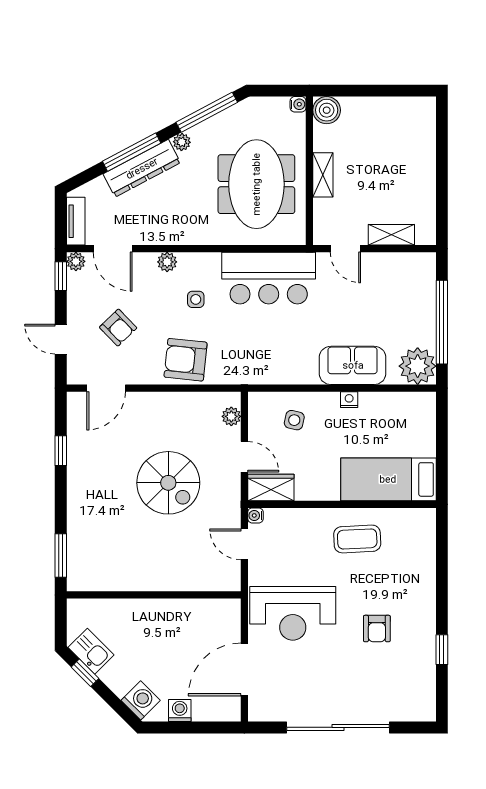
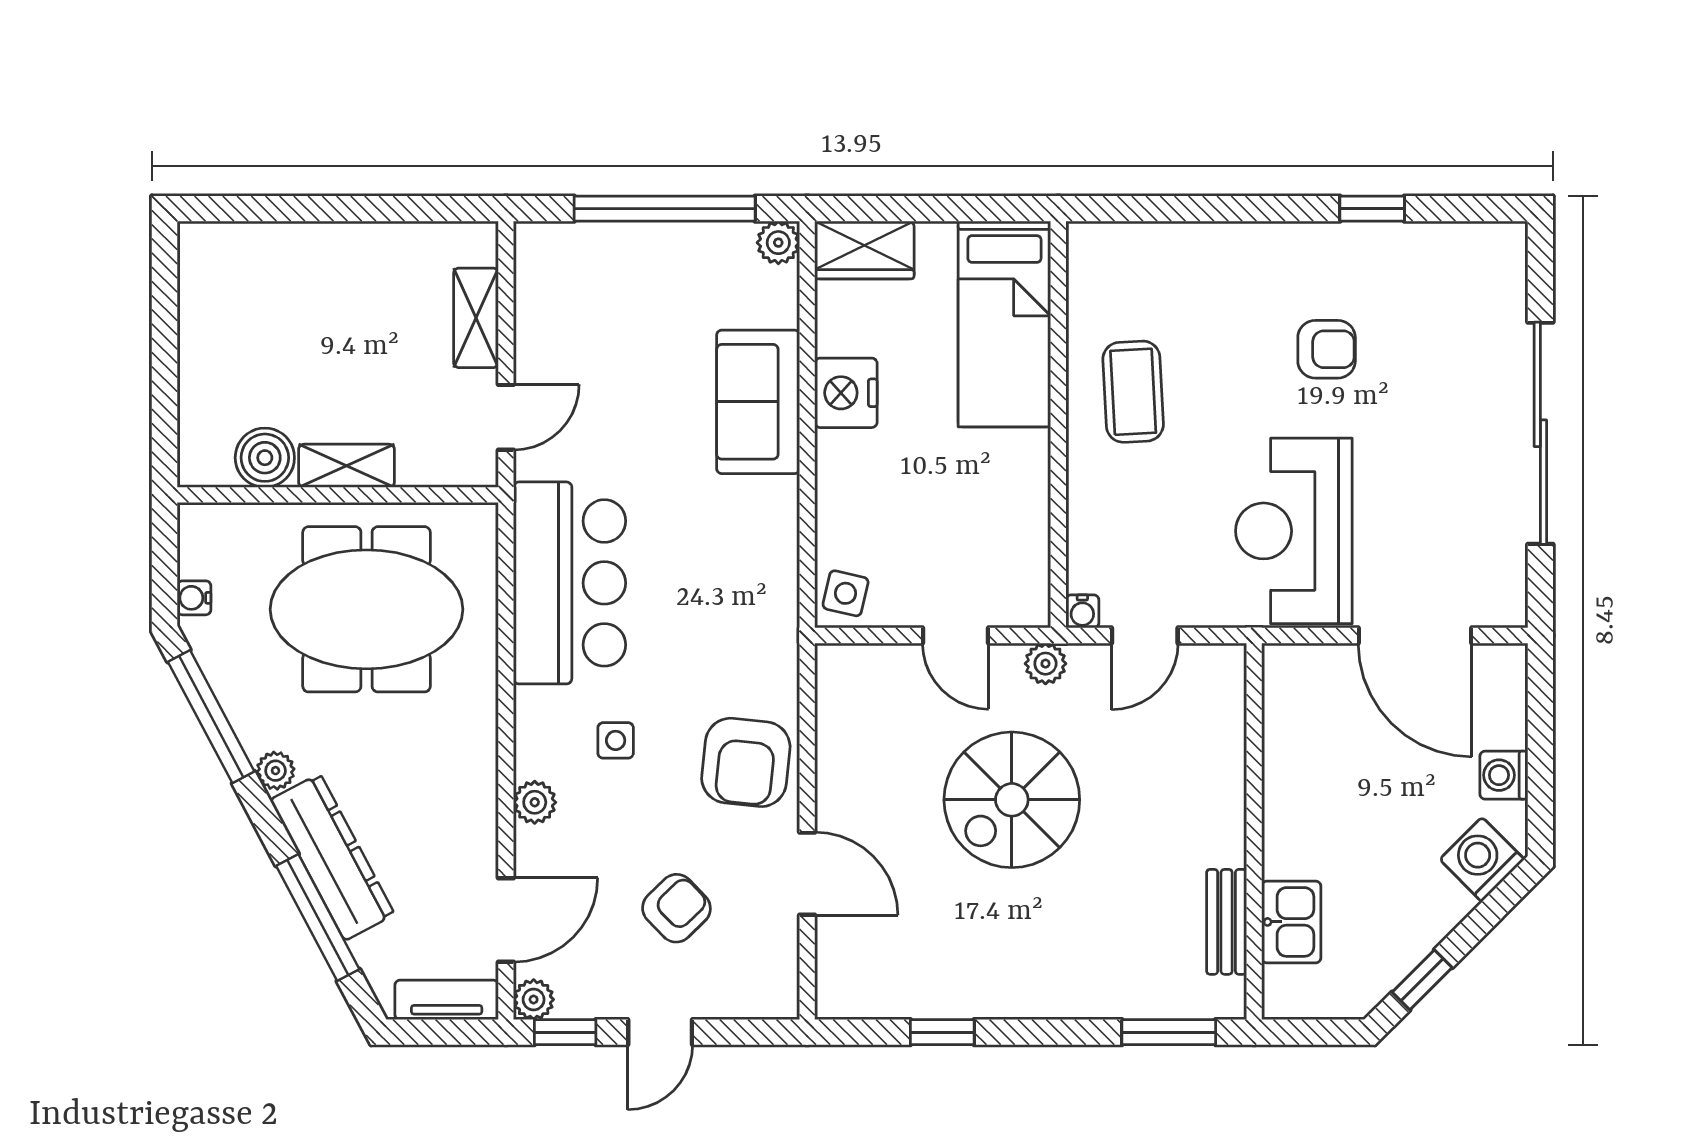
water cooler: (298, 104) -> (194, 598), moved, turned -90
boiler: (327, 110) -> (265, 458), moved
window: (132, 152) -> (318, 918), moved
door: (61, 339) -> (660, 1032), moved
plant: (418, 366) -> (778, 243), width x0.53, depth x0.53
door: (106, 388) -> (807, 874), moved
nightstand: (349, 400) -> (846, 393), width x1.89, depth x1.79
plant: (231, 416) -> (1045, 664), moved
side table: (294, 420) -> (846, 593), moved
door: (244, 457) -> (956, 635), swing flipped
spiral stairs: (168, 483) -> (1012, 800), turned 180
wardrobe: (271, 488) -> (864, 250), moved, turned -90
bench: (112, 582) -> (1227, 922), added
reception desk: (293, 613) -> (1294, 531), turned 180
kitchen sink: (91, 651) -> (1291, 922), moved, turned 135

